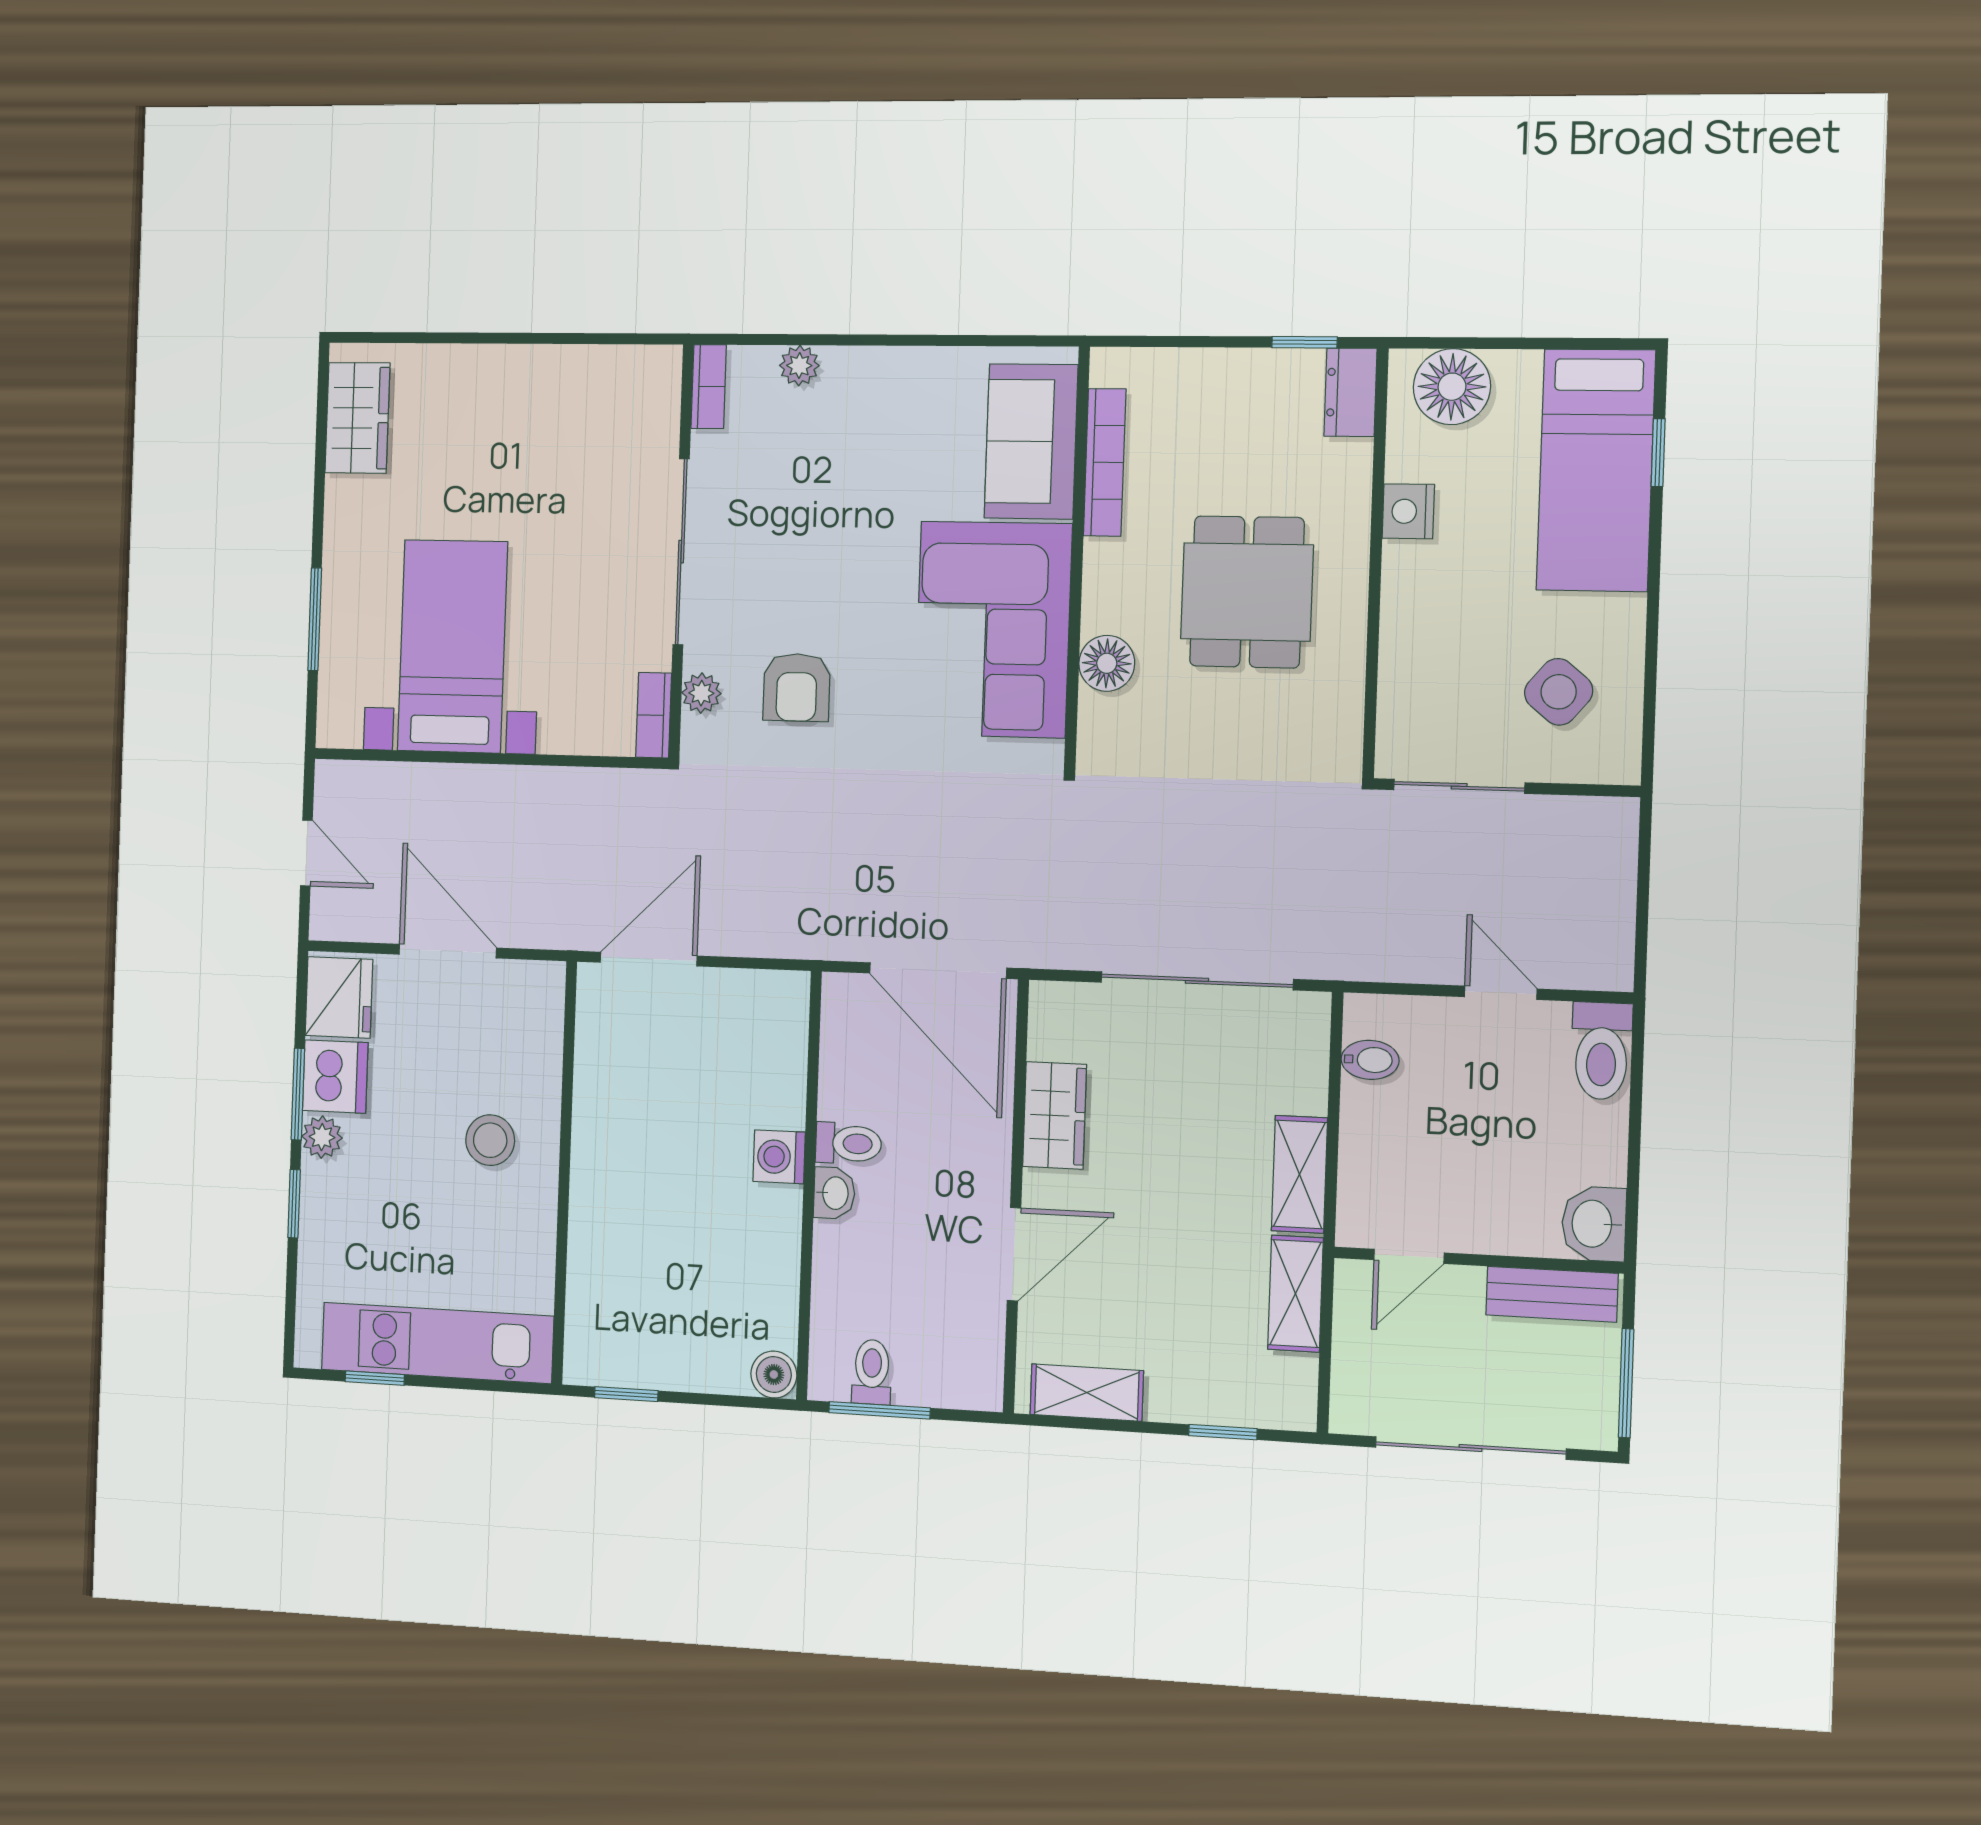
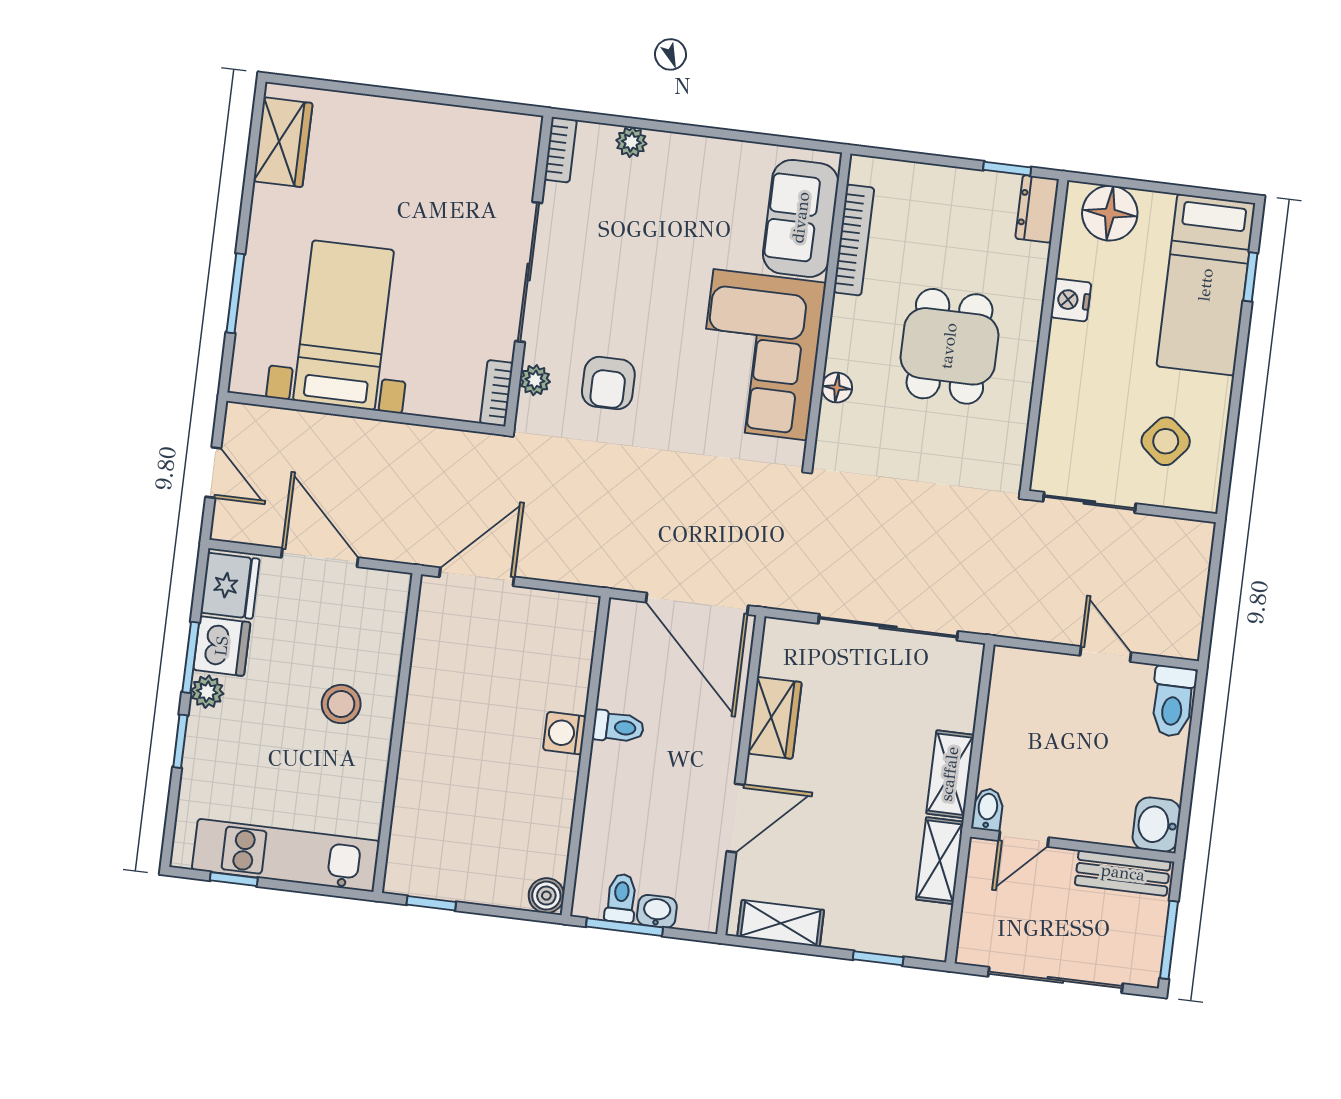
floor lamp: (1107, 663) -> (837, 388), width x0.73, depth x0.73
bidet: (1370, 1060) -> (988, 809), moved, turned -90
washbasin: (834, 1193) -> (657, 911), moved, turned -90

